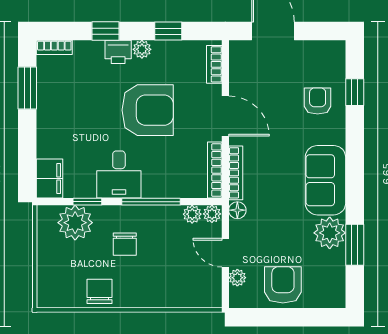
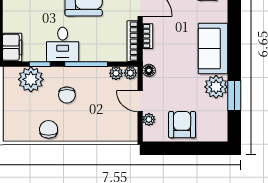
bookcase: (236, 173) -> (148, 36), width x0.64

